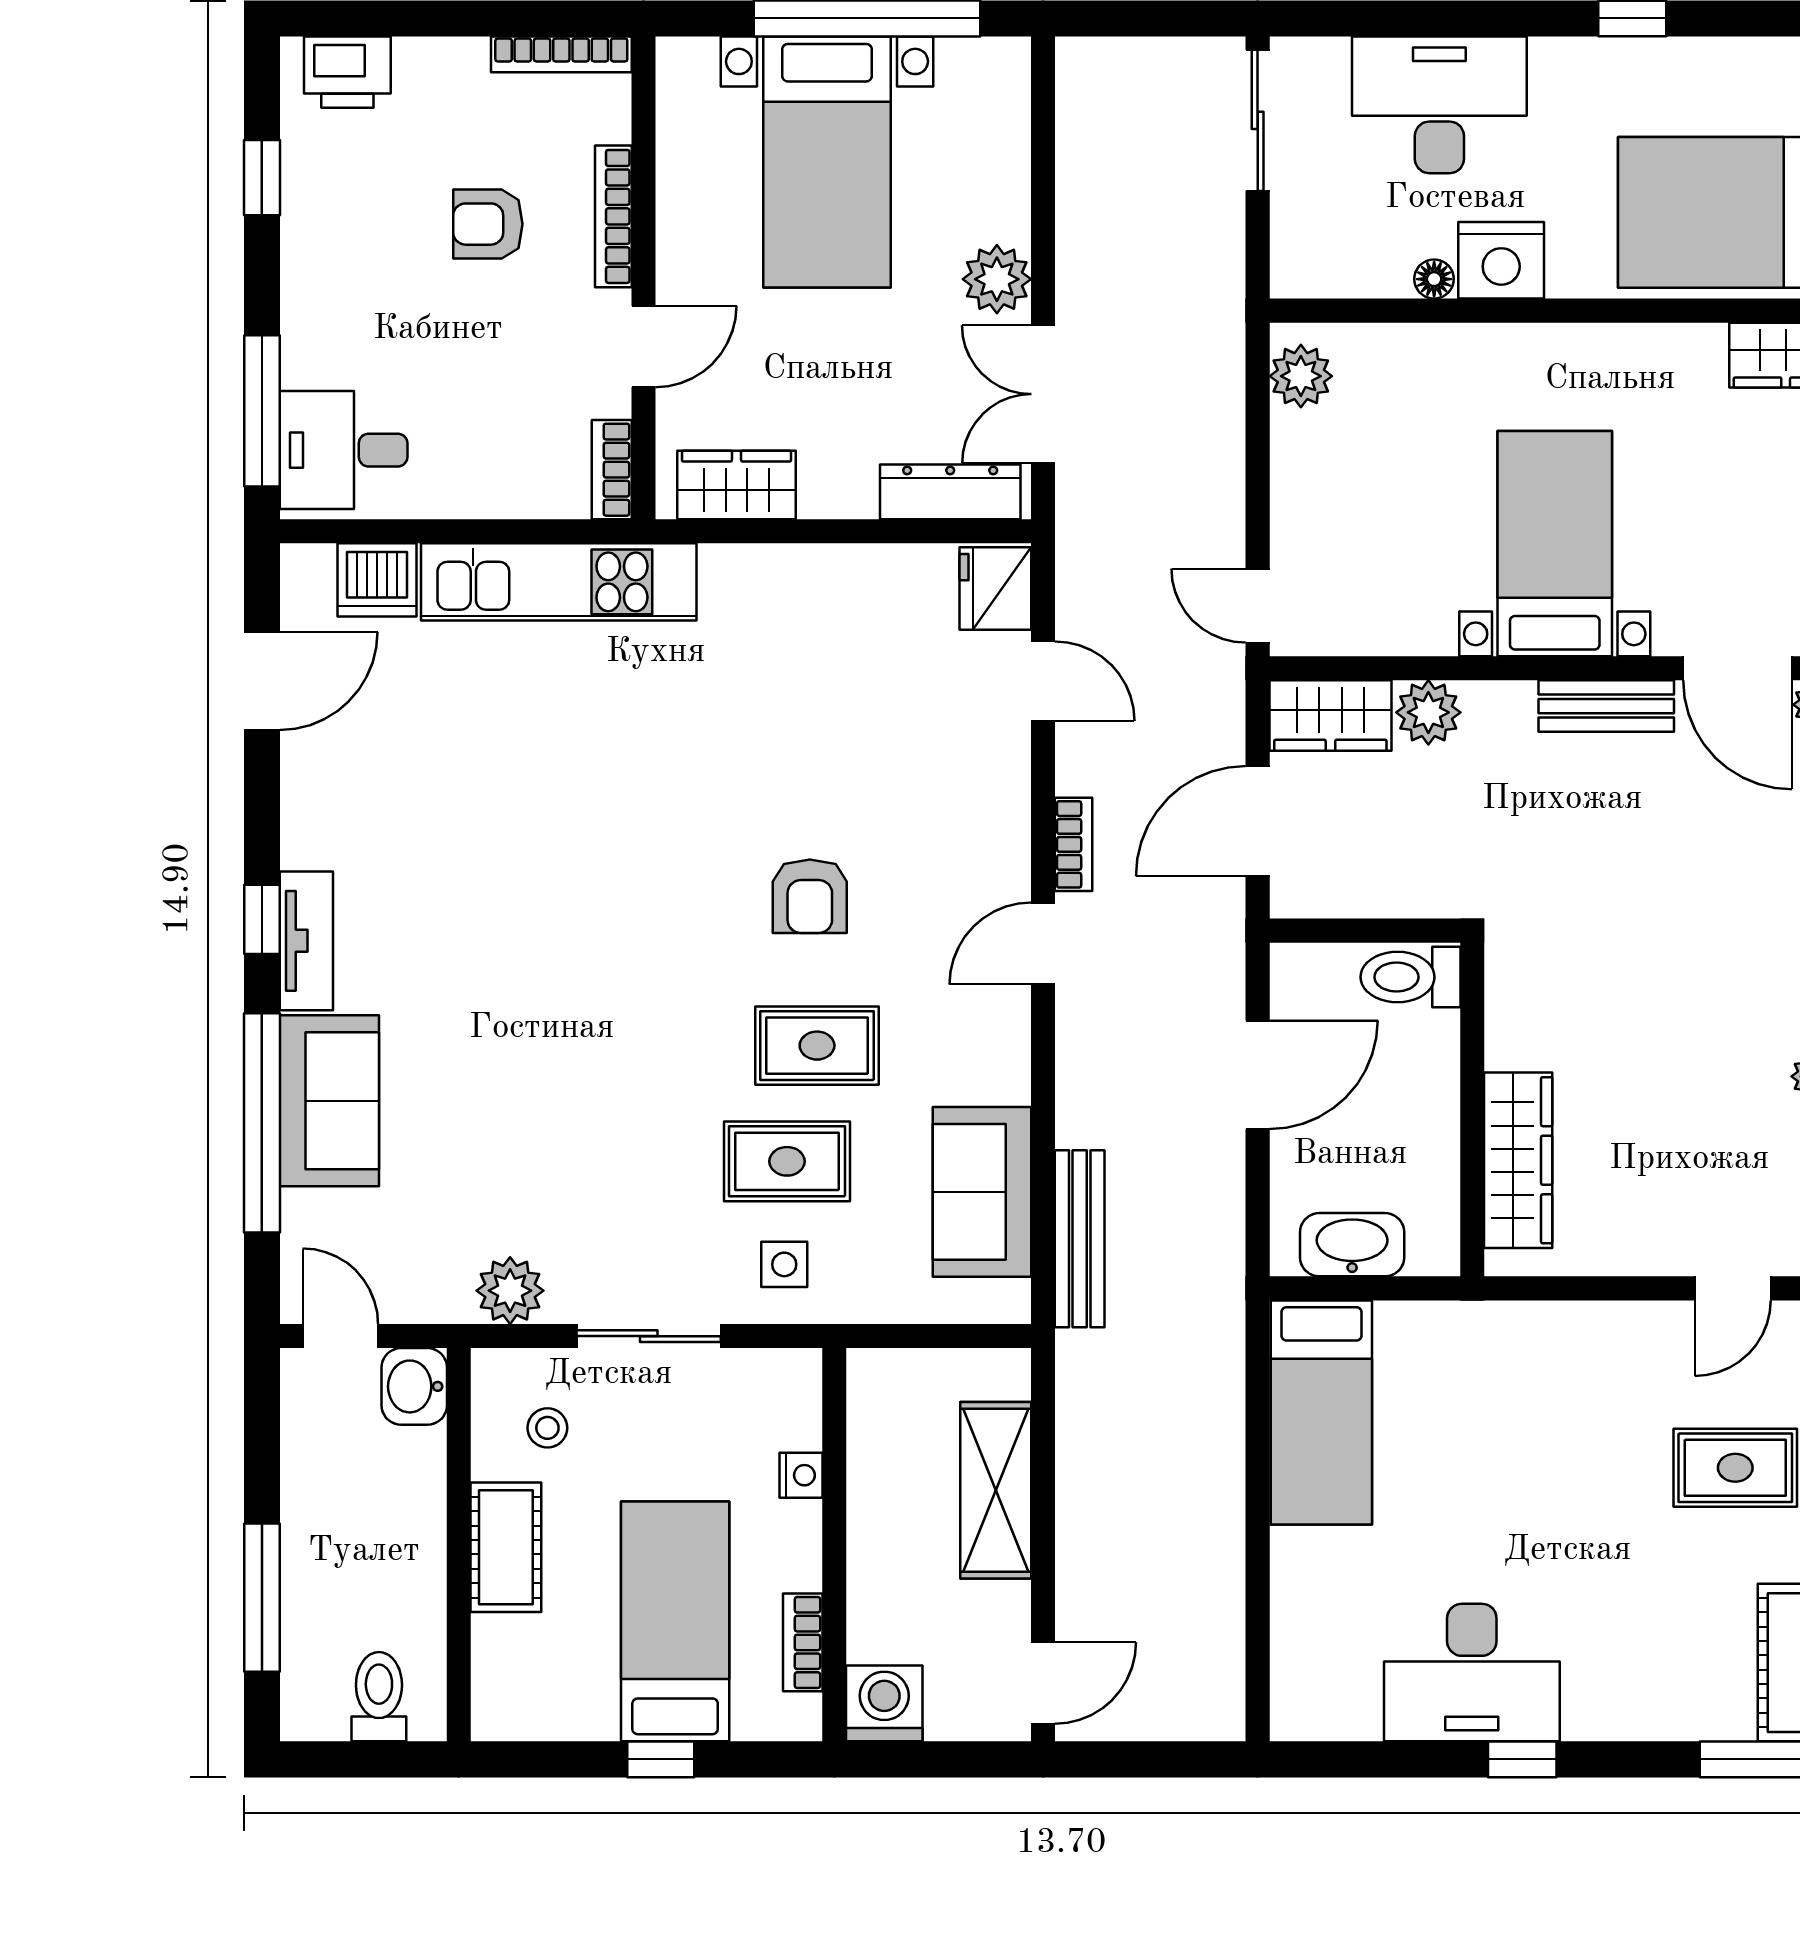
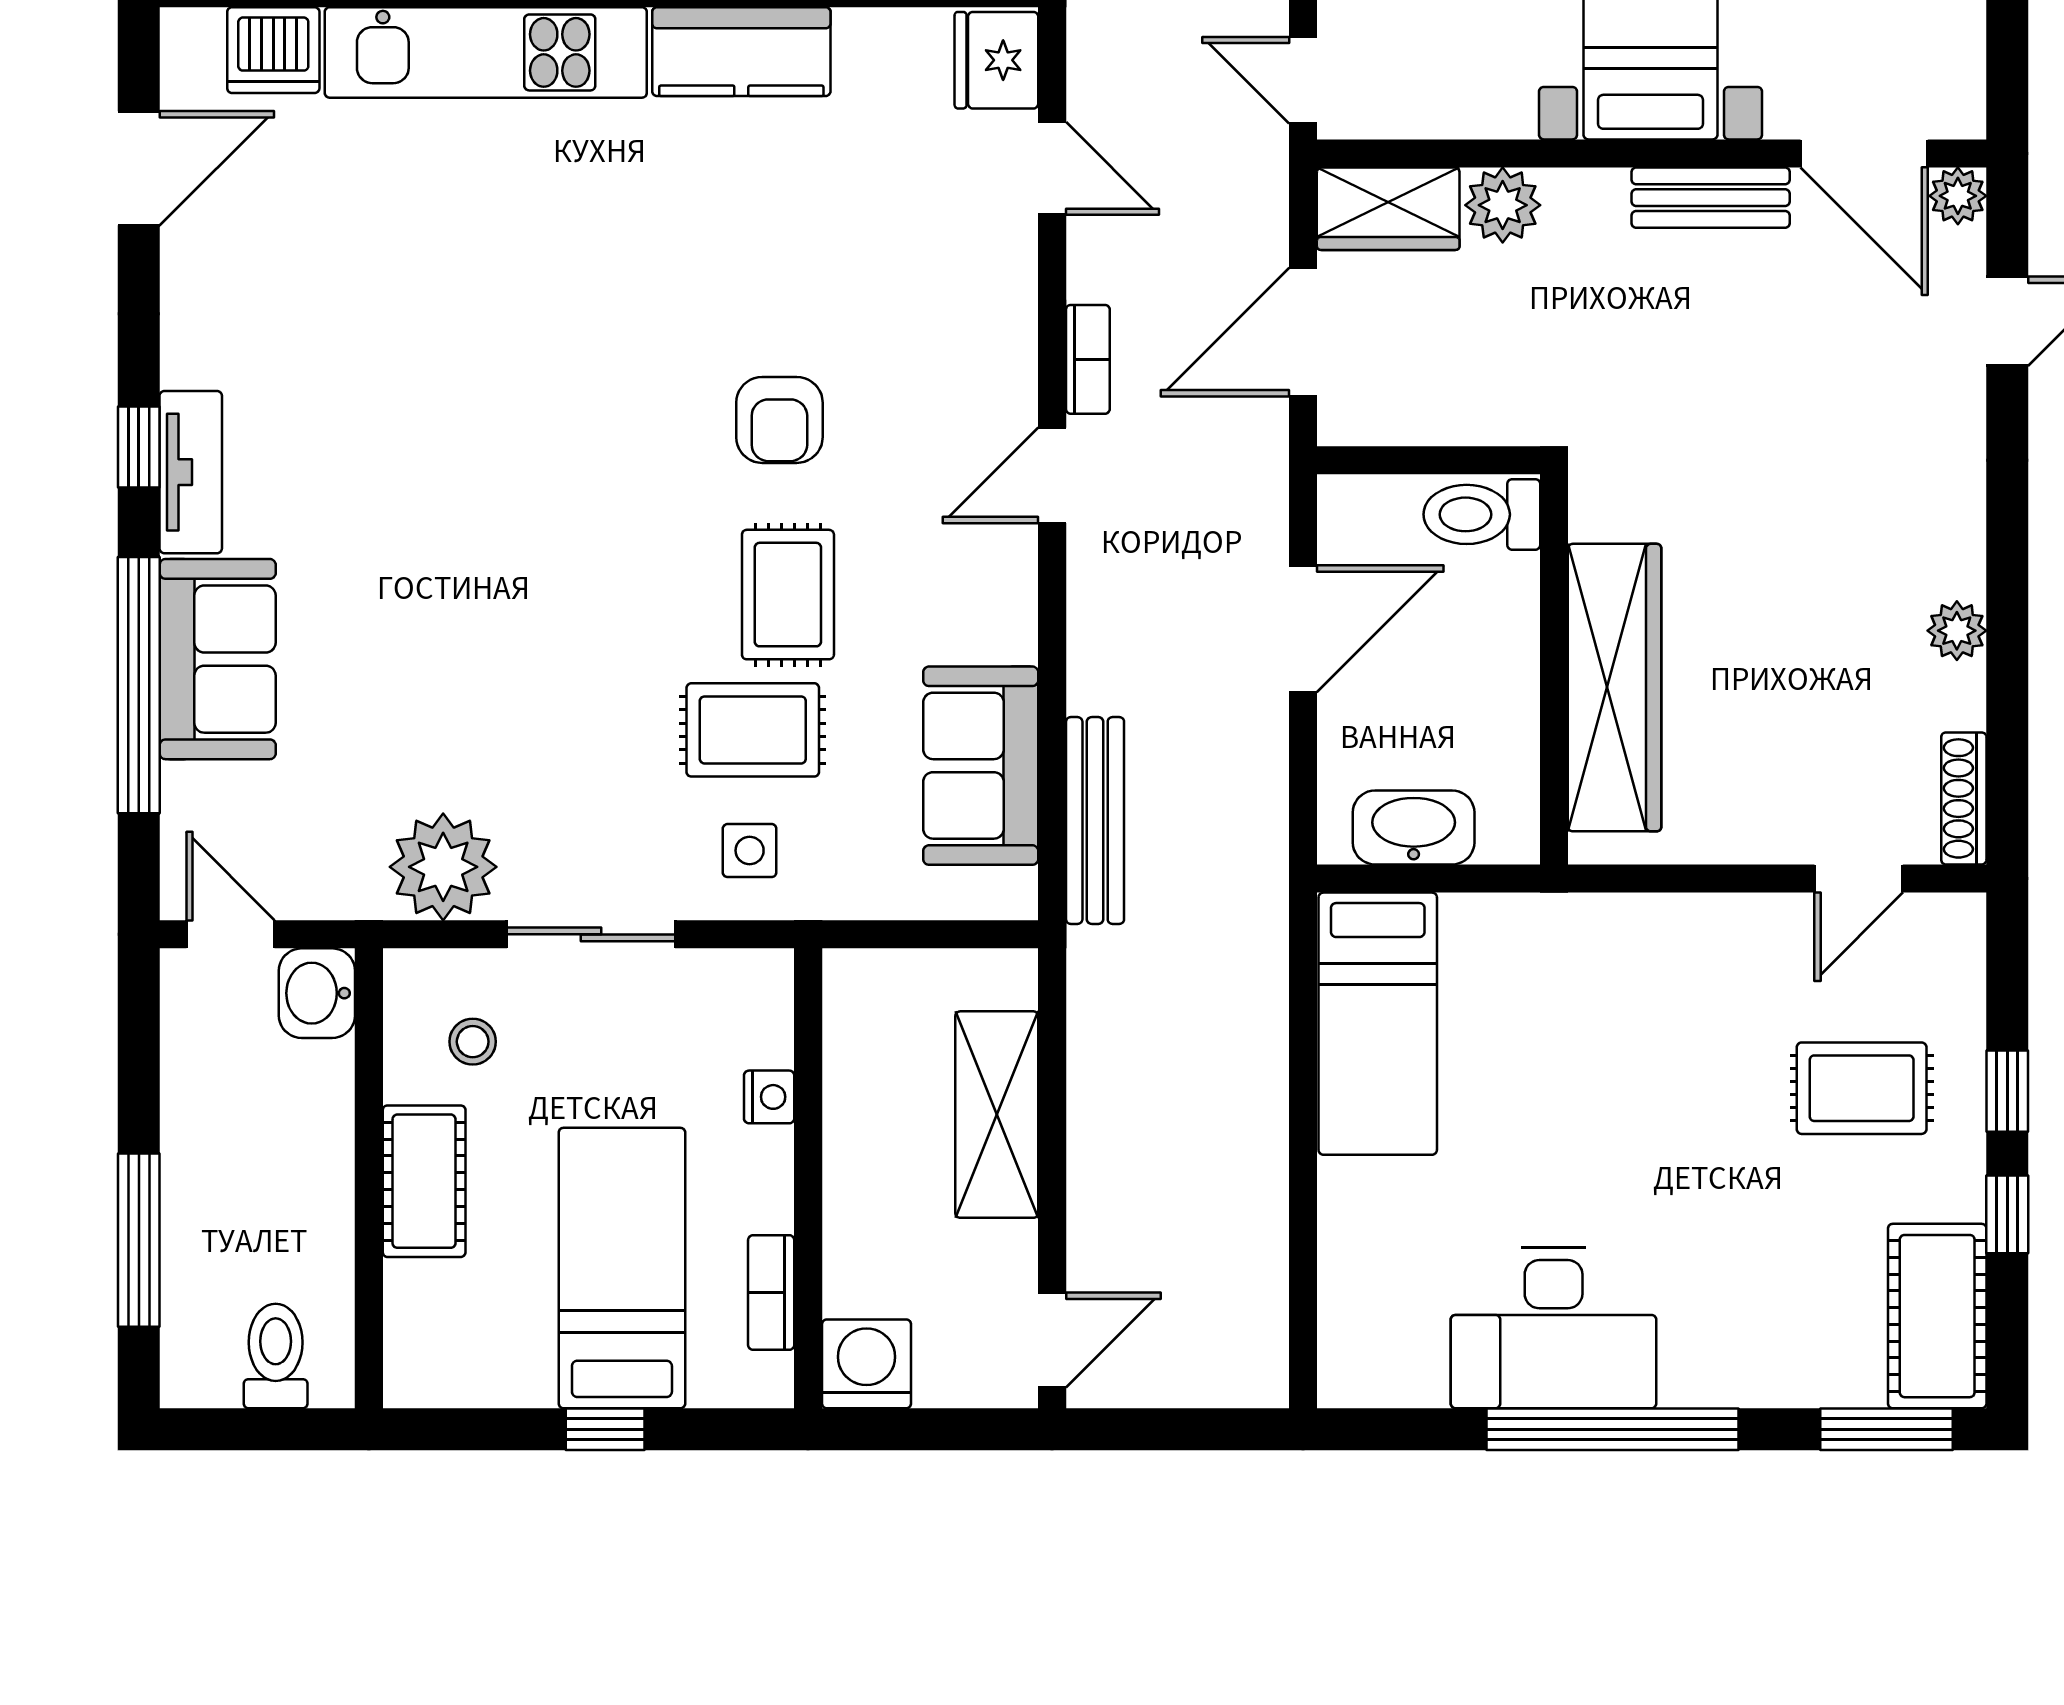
kitchen counter: (777, 581) -> (741, 52), added
rug: (817, 1046) -> (788, 595), turned 90
wardrobe: (1518, 1160) -> (1615, 688), width x1.40, depth x1.17
plant: (510, 1291) -> (443, 867), width x1.36, depth x1.36
window: (1522, 1759) -> (1613, 1429), width x3.17

